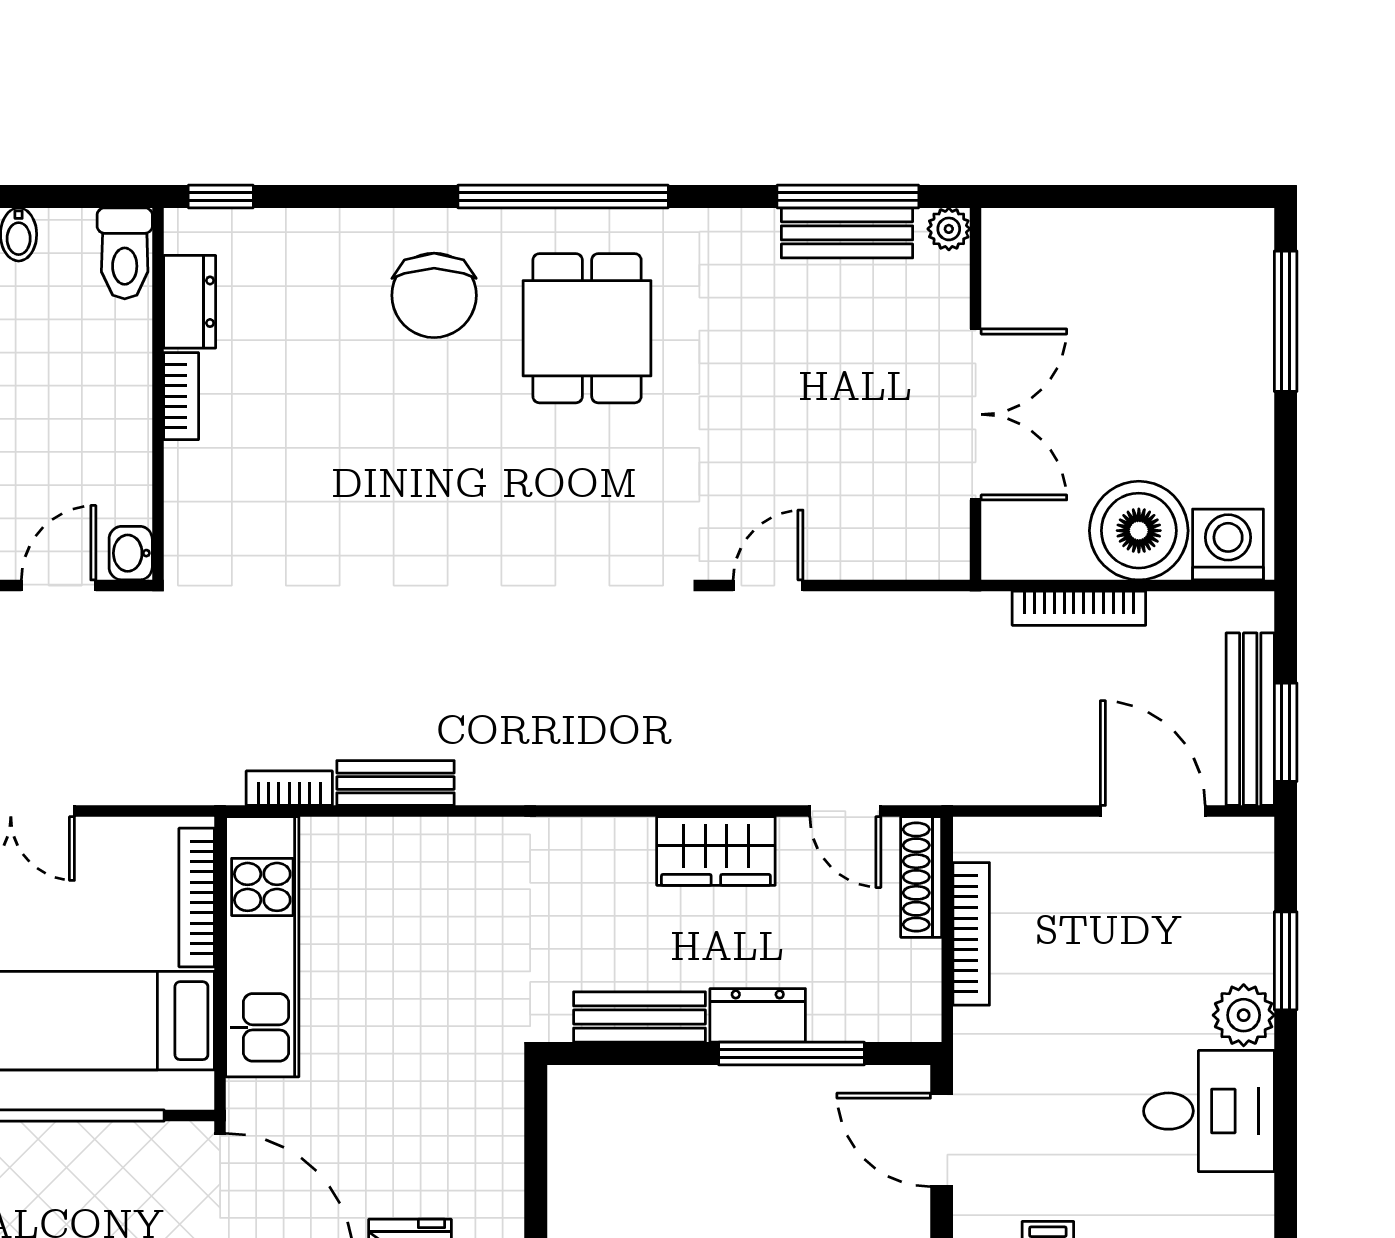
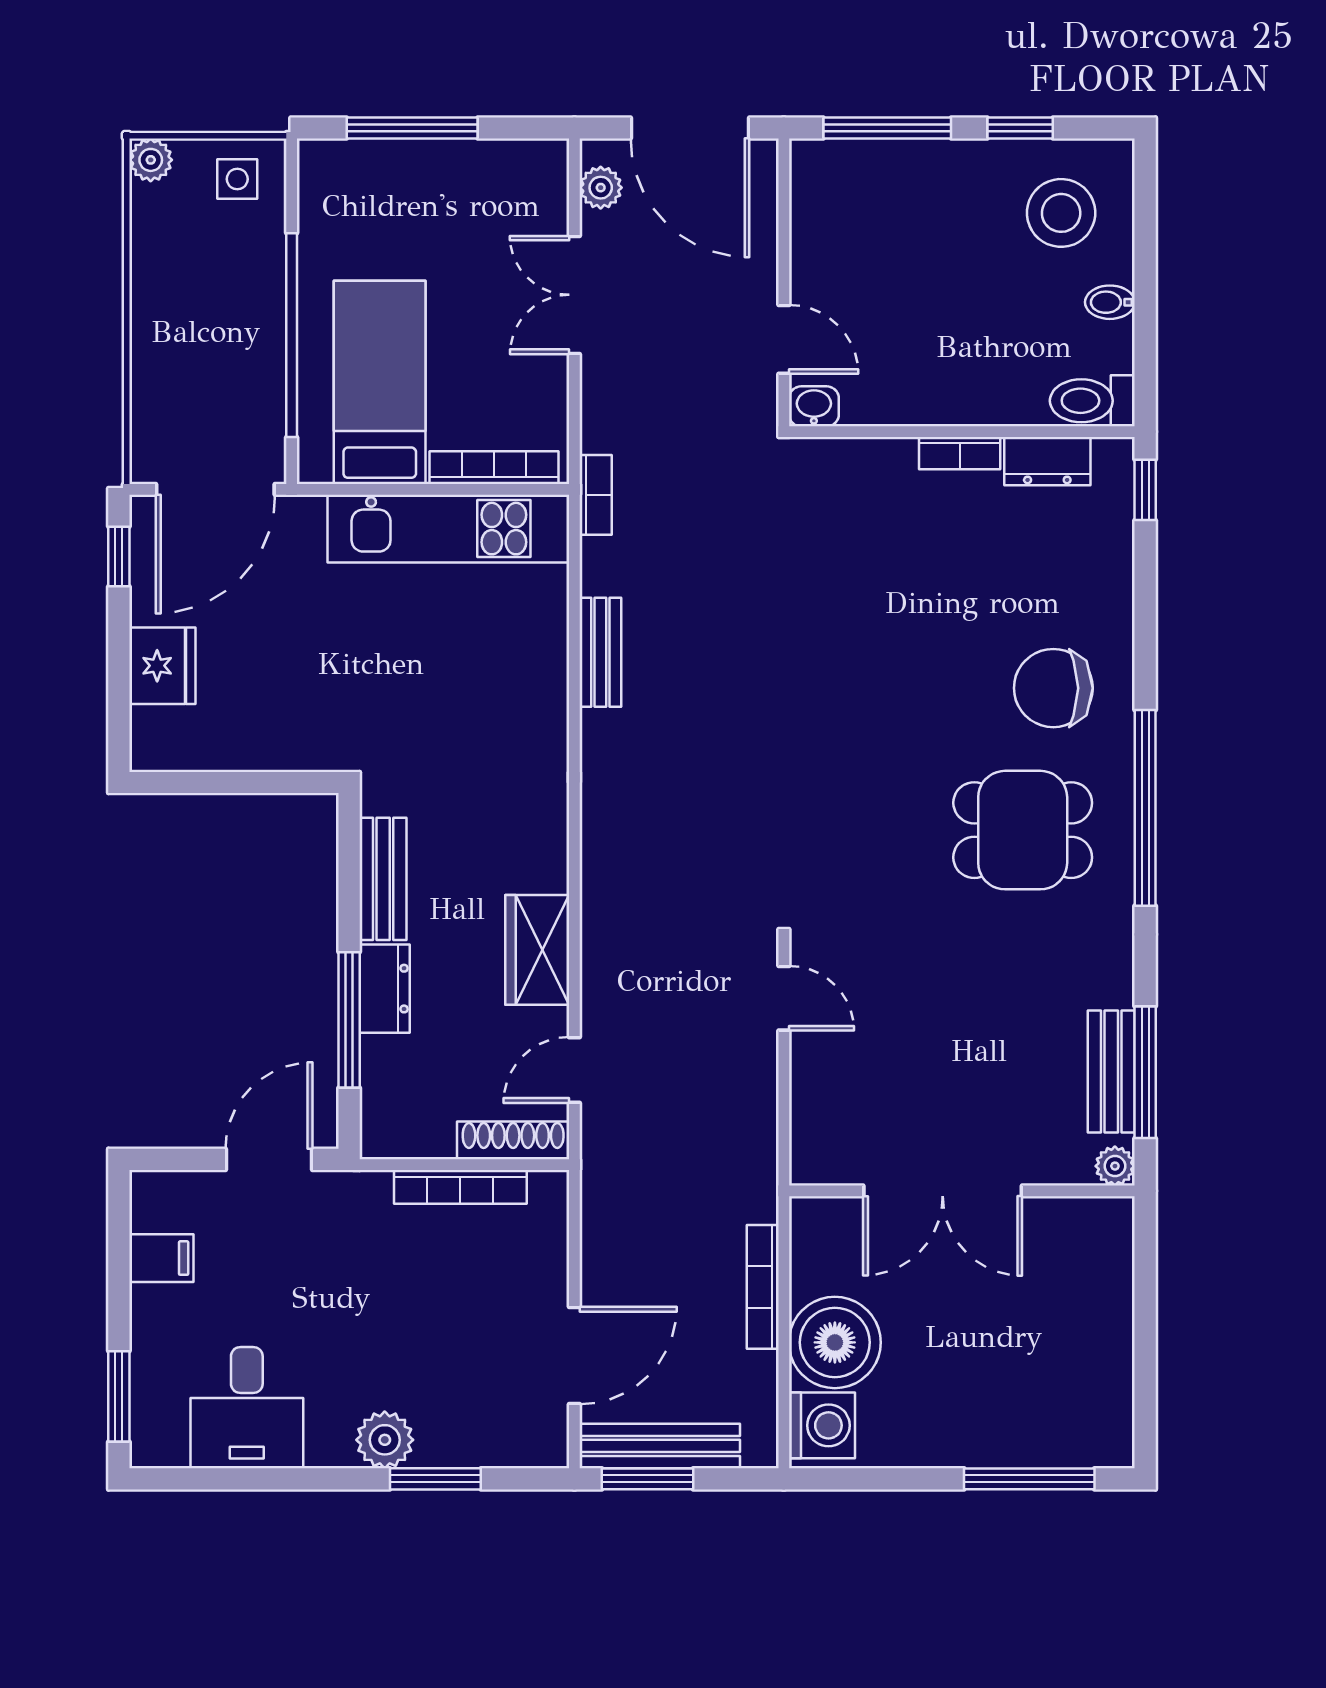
bookcase: (289, 788) -> (596, 495), moved
desk: (1209, 1111) -> (247, 1408), moved

